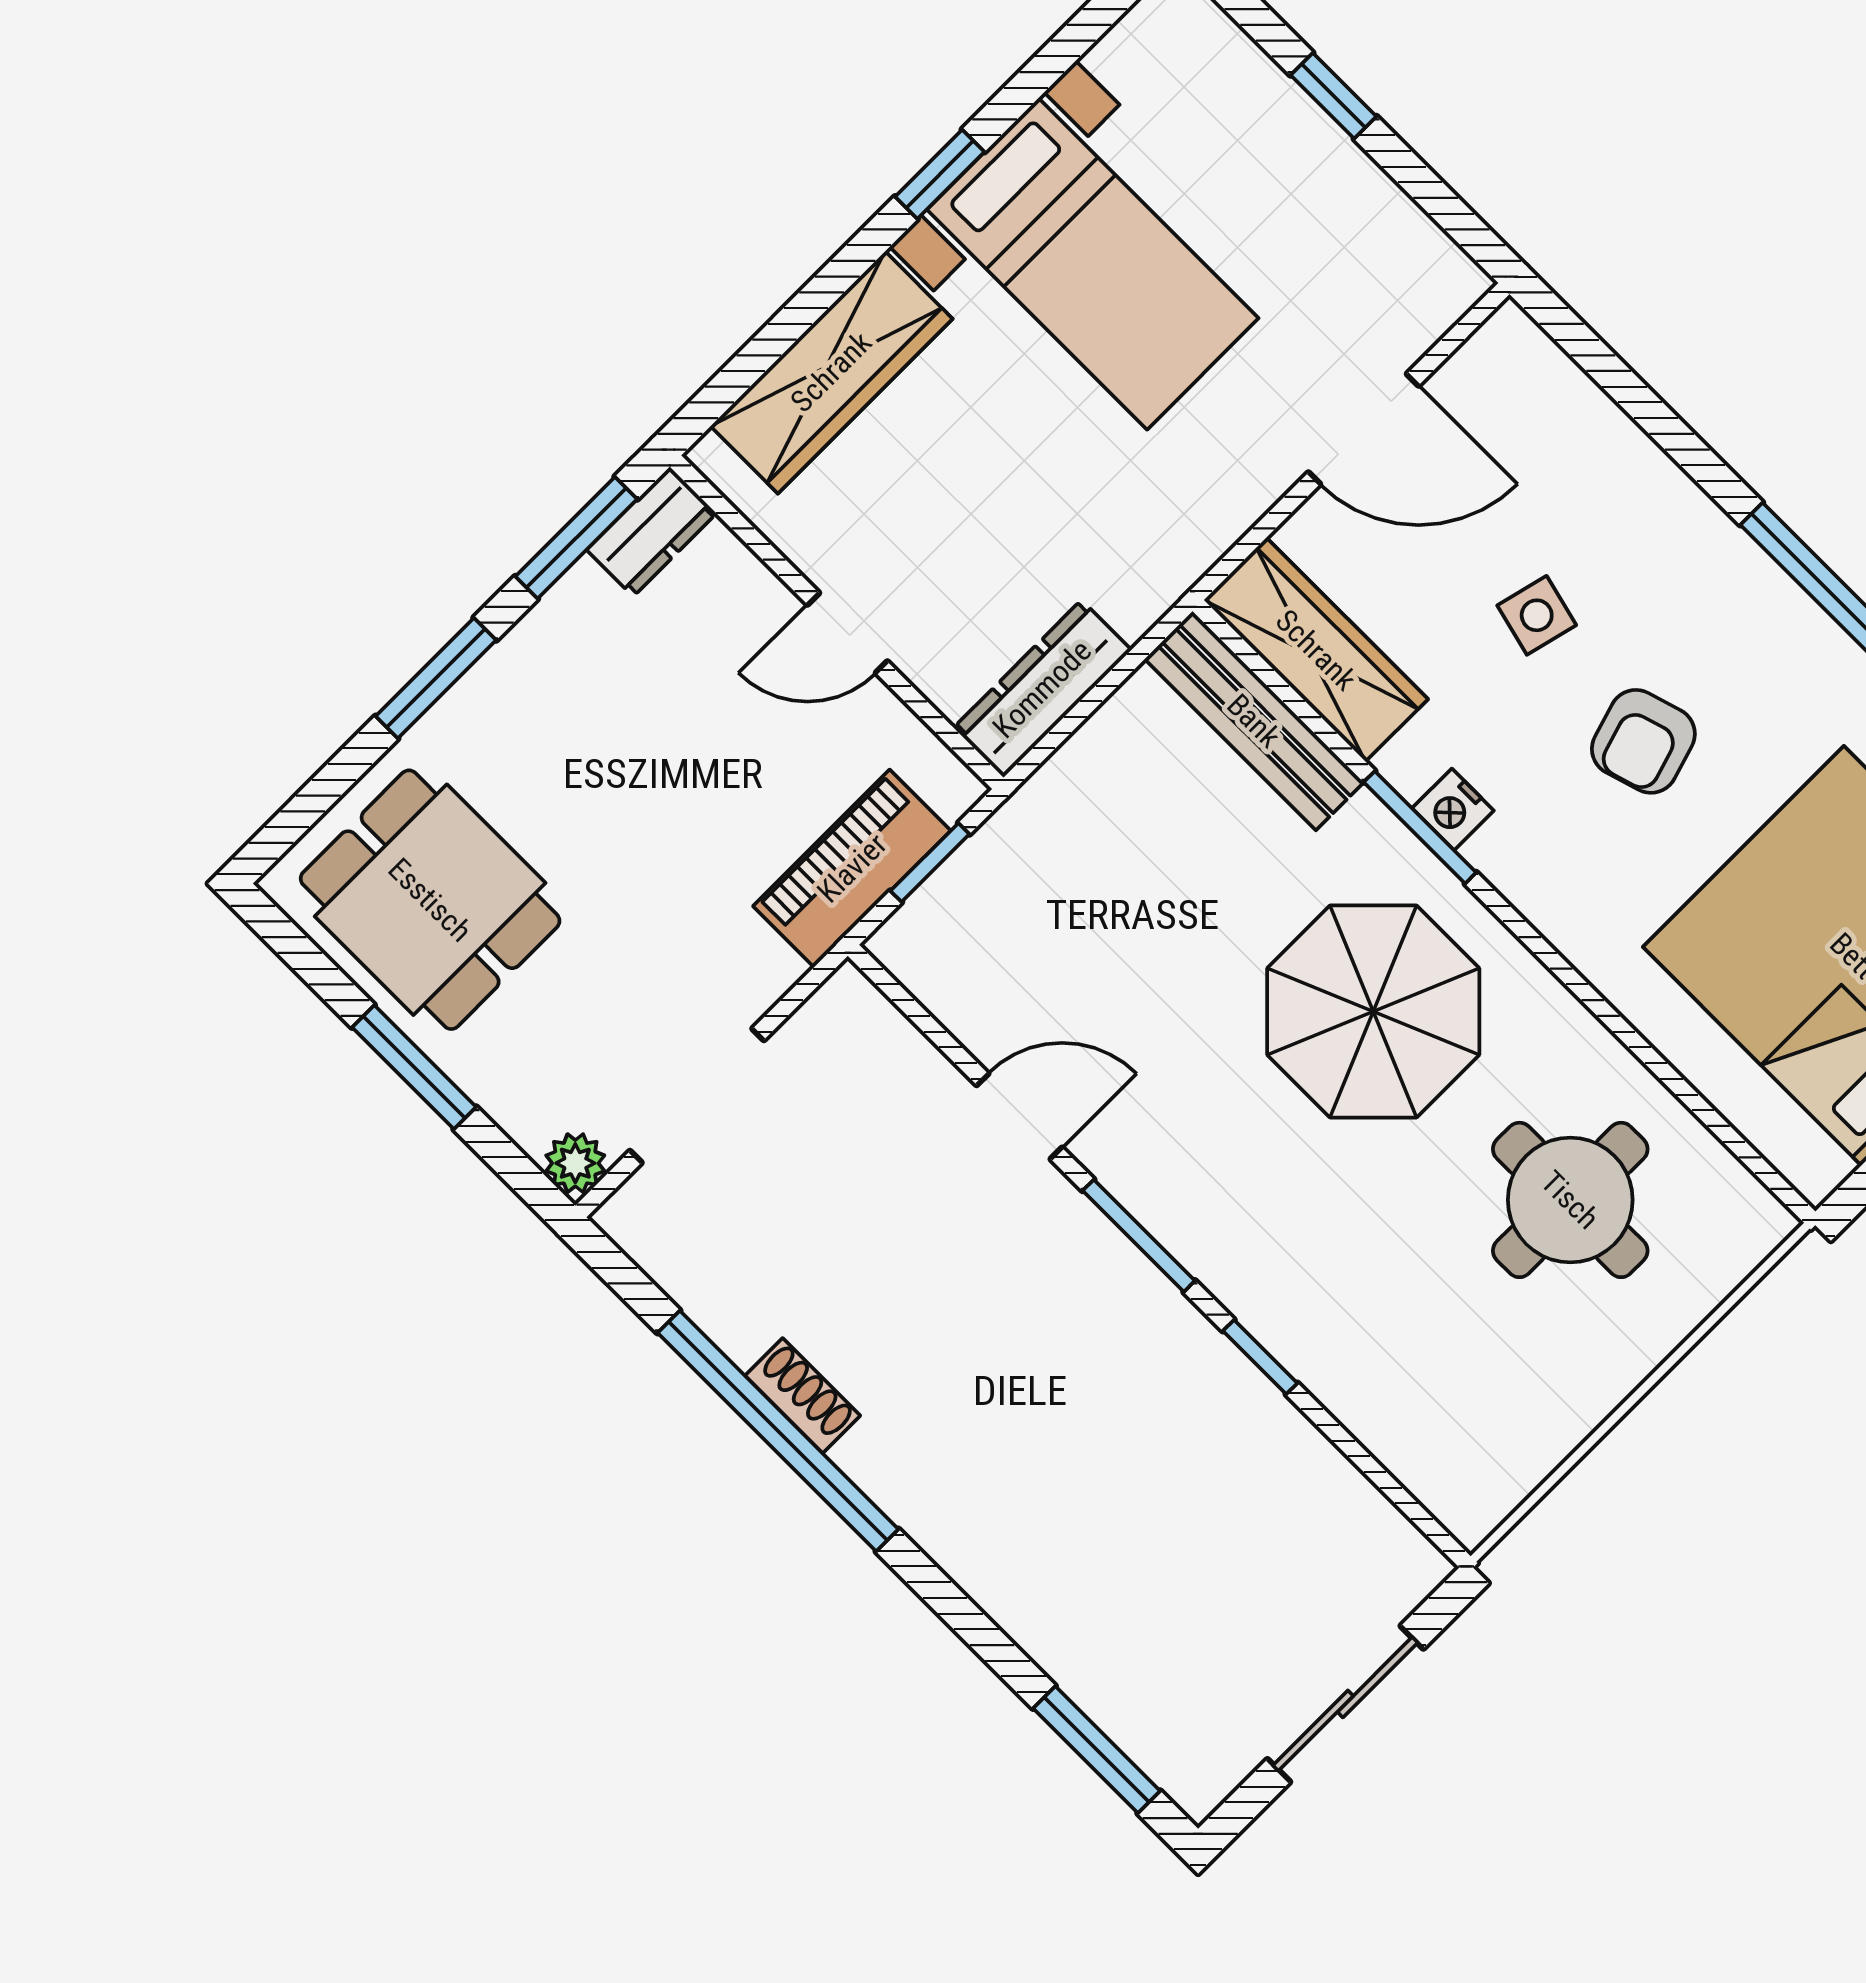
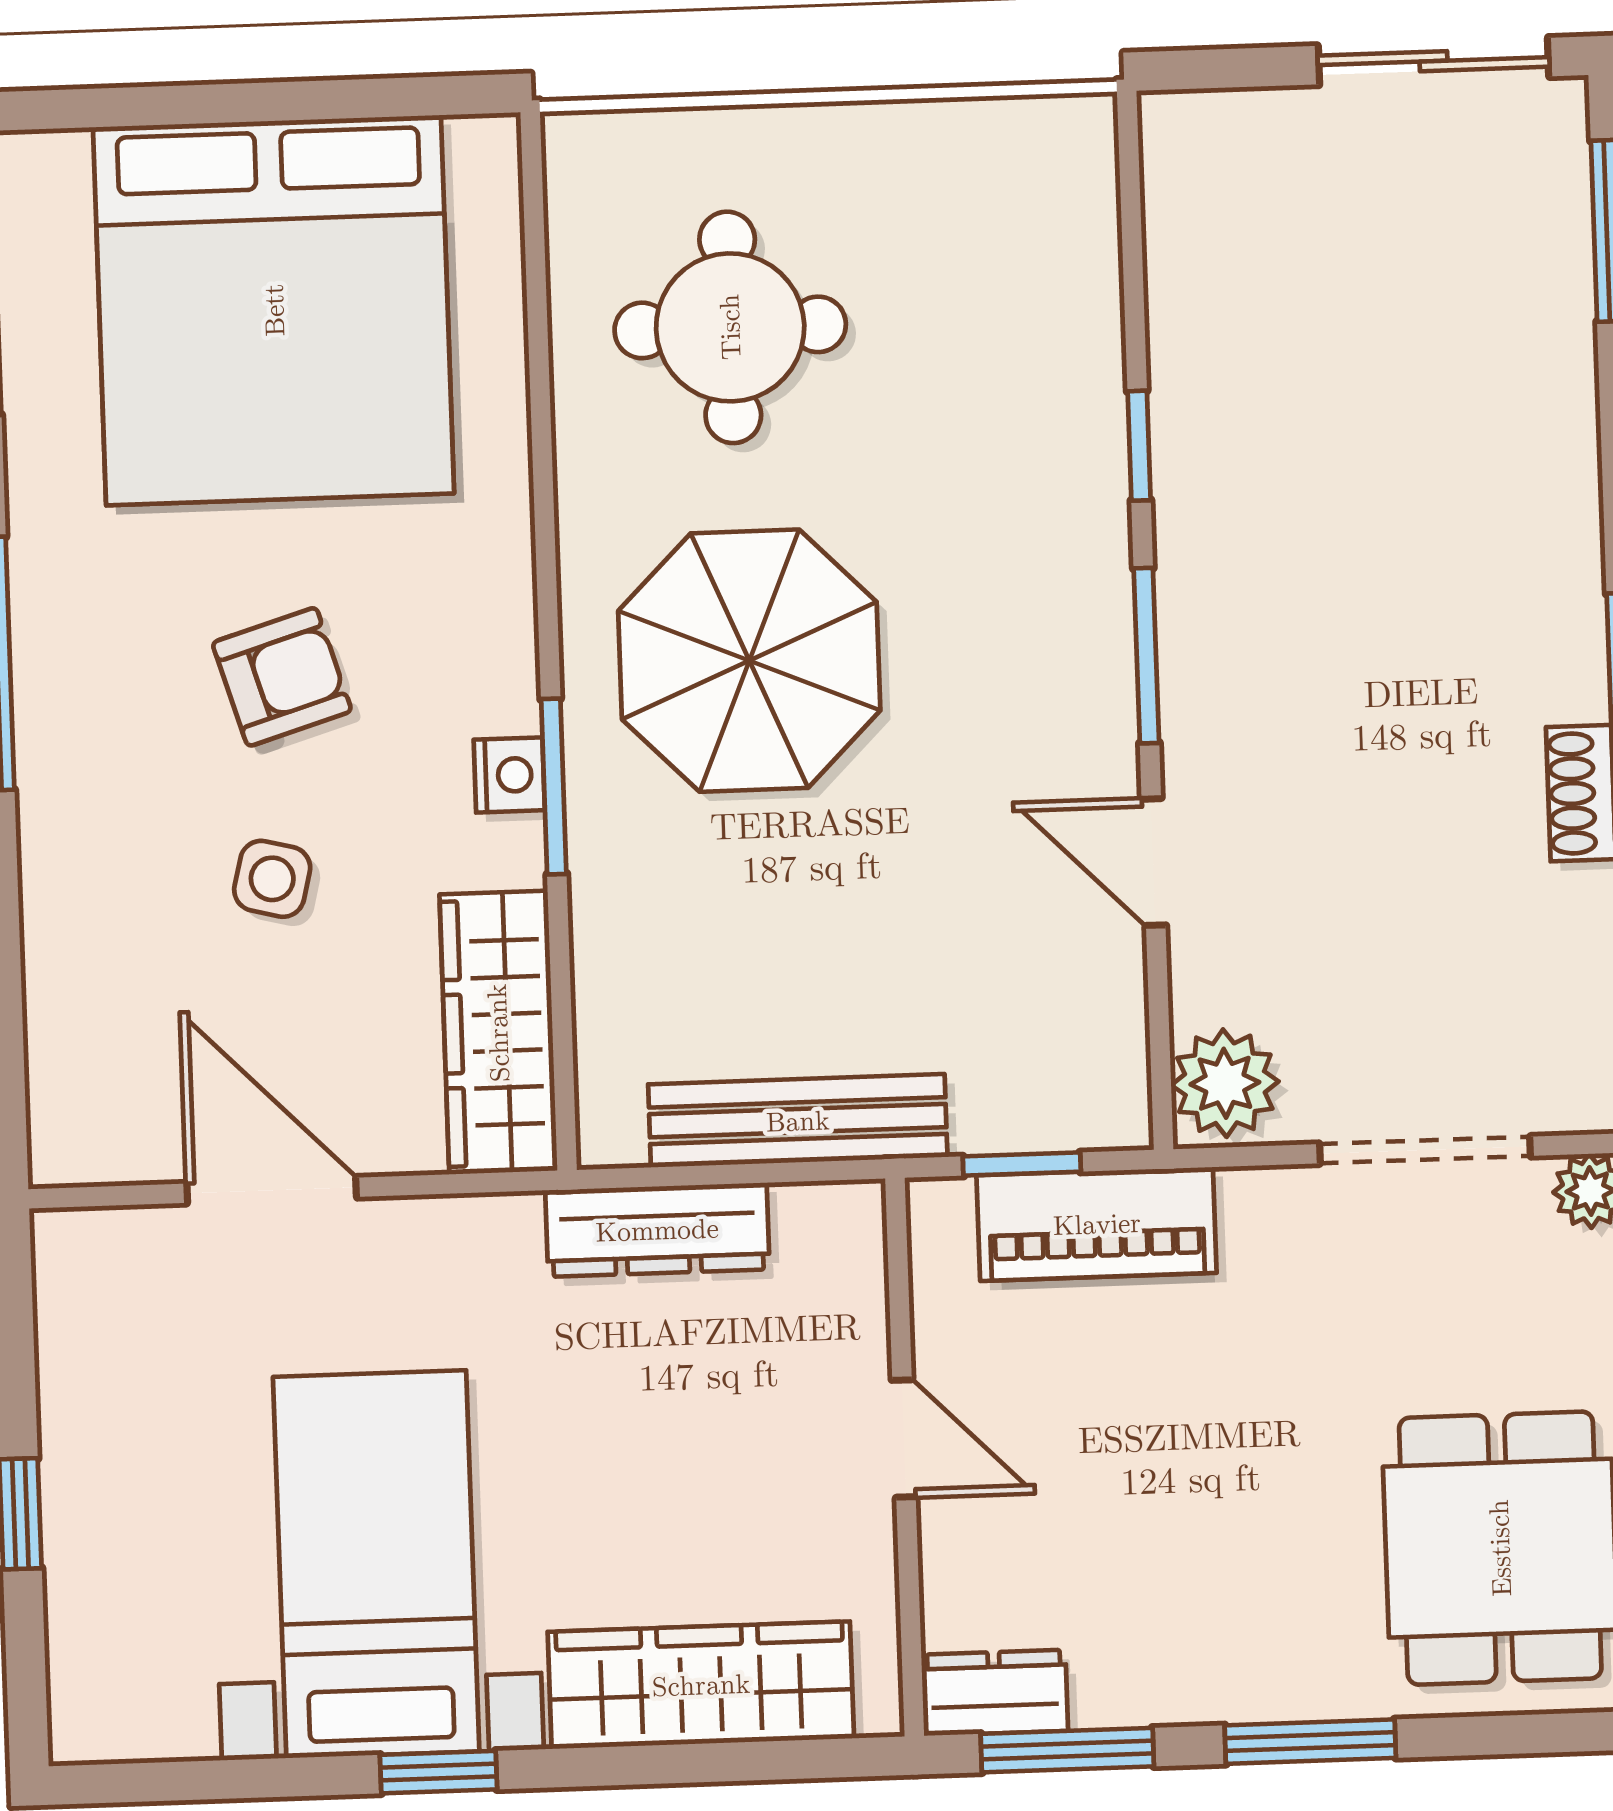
dresser: (1042, 689) -> (657, 1230), moved
bench: (1254, 721) -> (798, 1121), moved, turned 90
plant: (854, 1024) -> (1225, 1083), added
sliding door: (1345, 1704) -> (1434, 61), moved

